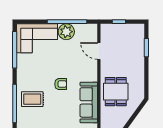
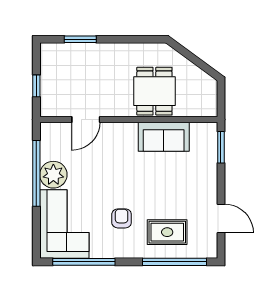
armchair: (61, 84) -> (122, 218), moved
dining table: (116, 92) -> (154, 91), turned 90
rug: (32, 99) -> (167, 232), turned 90
sofa: (89, 102) -> (164, 137), width x0.73

